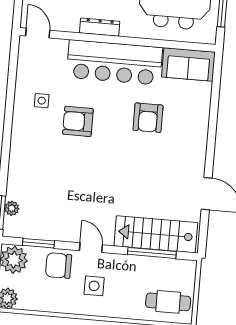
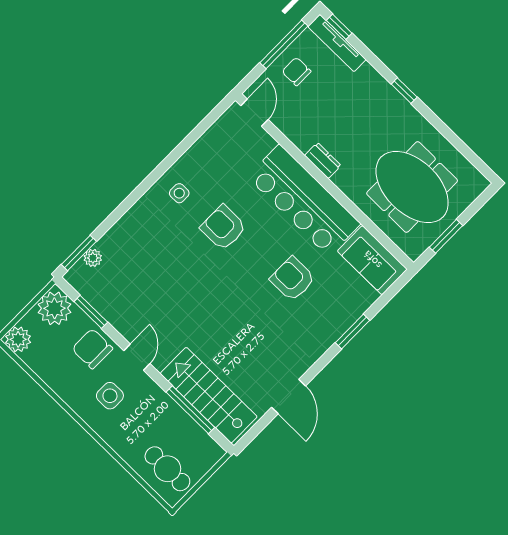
dresser: (100, 27) -> (323, 161), width x0.70
side table: (42, 101) -> (179, 193), moved
armchair: (148, 118) -> (292, 279), turned 90
window: (213, 120) -> (352, 331), added

